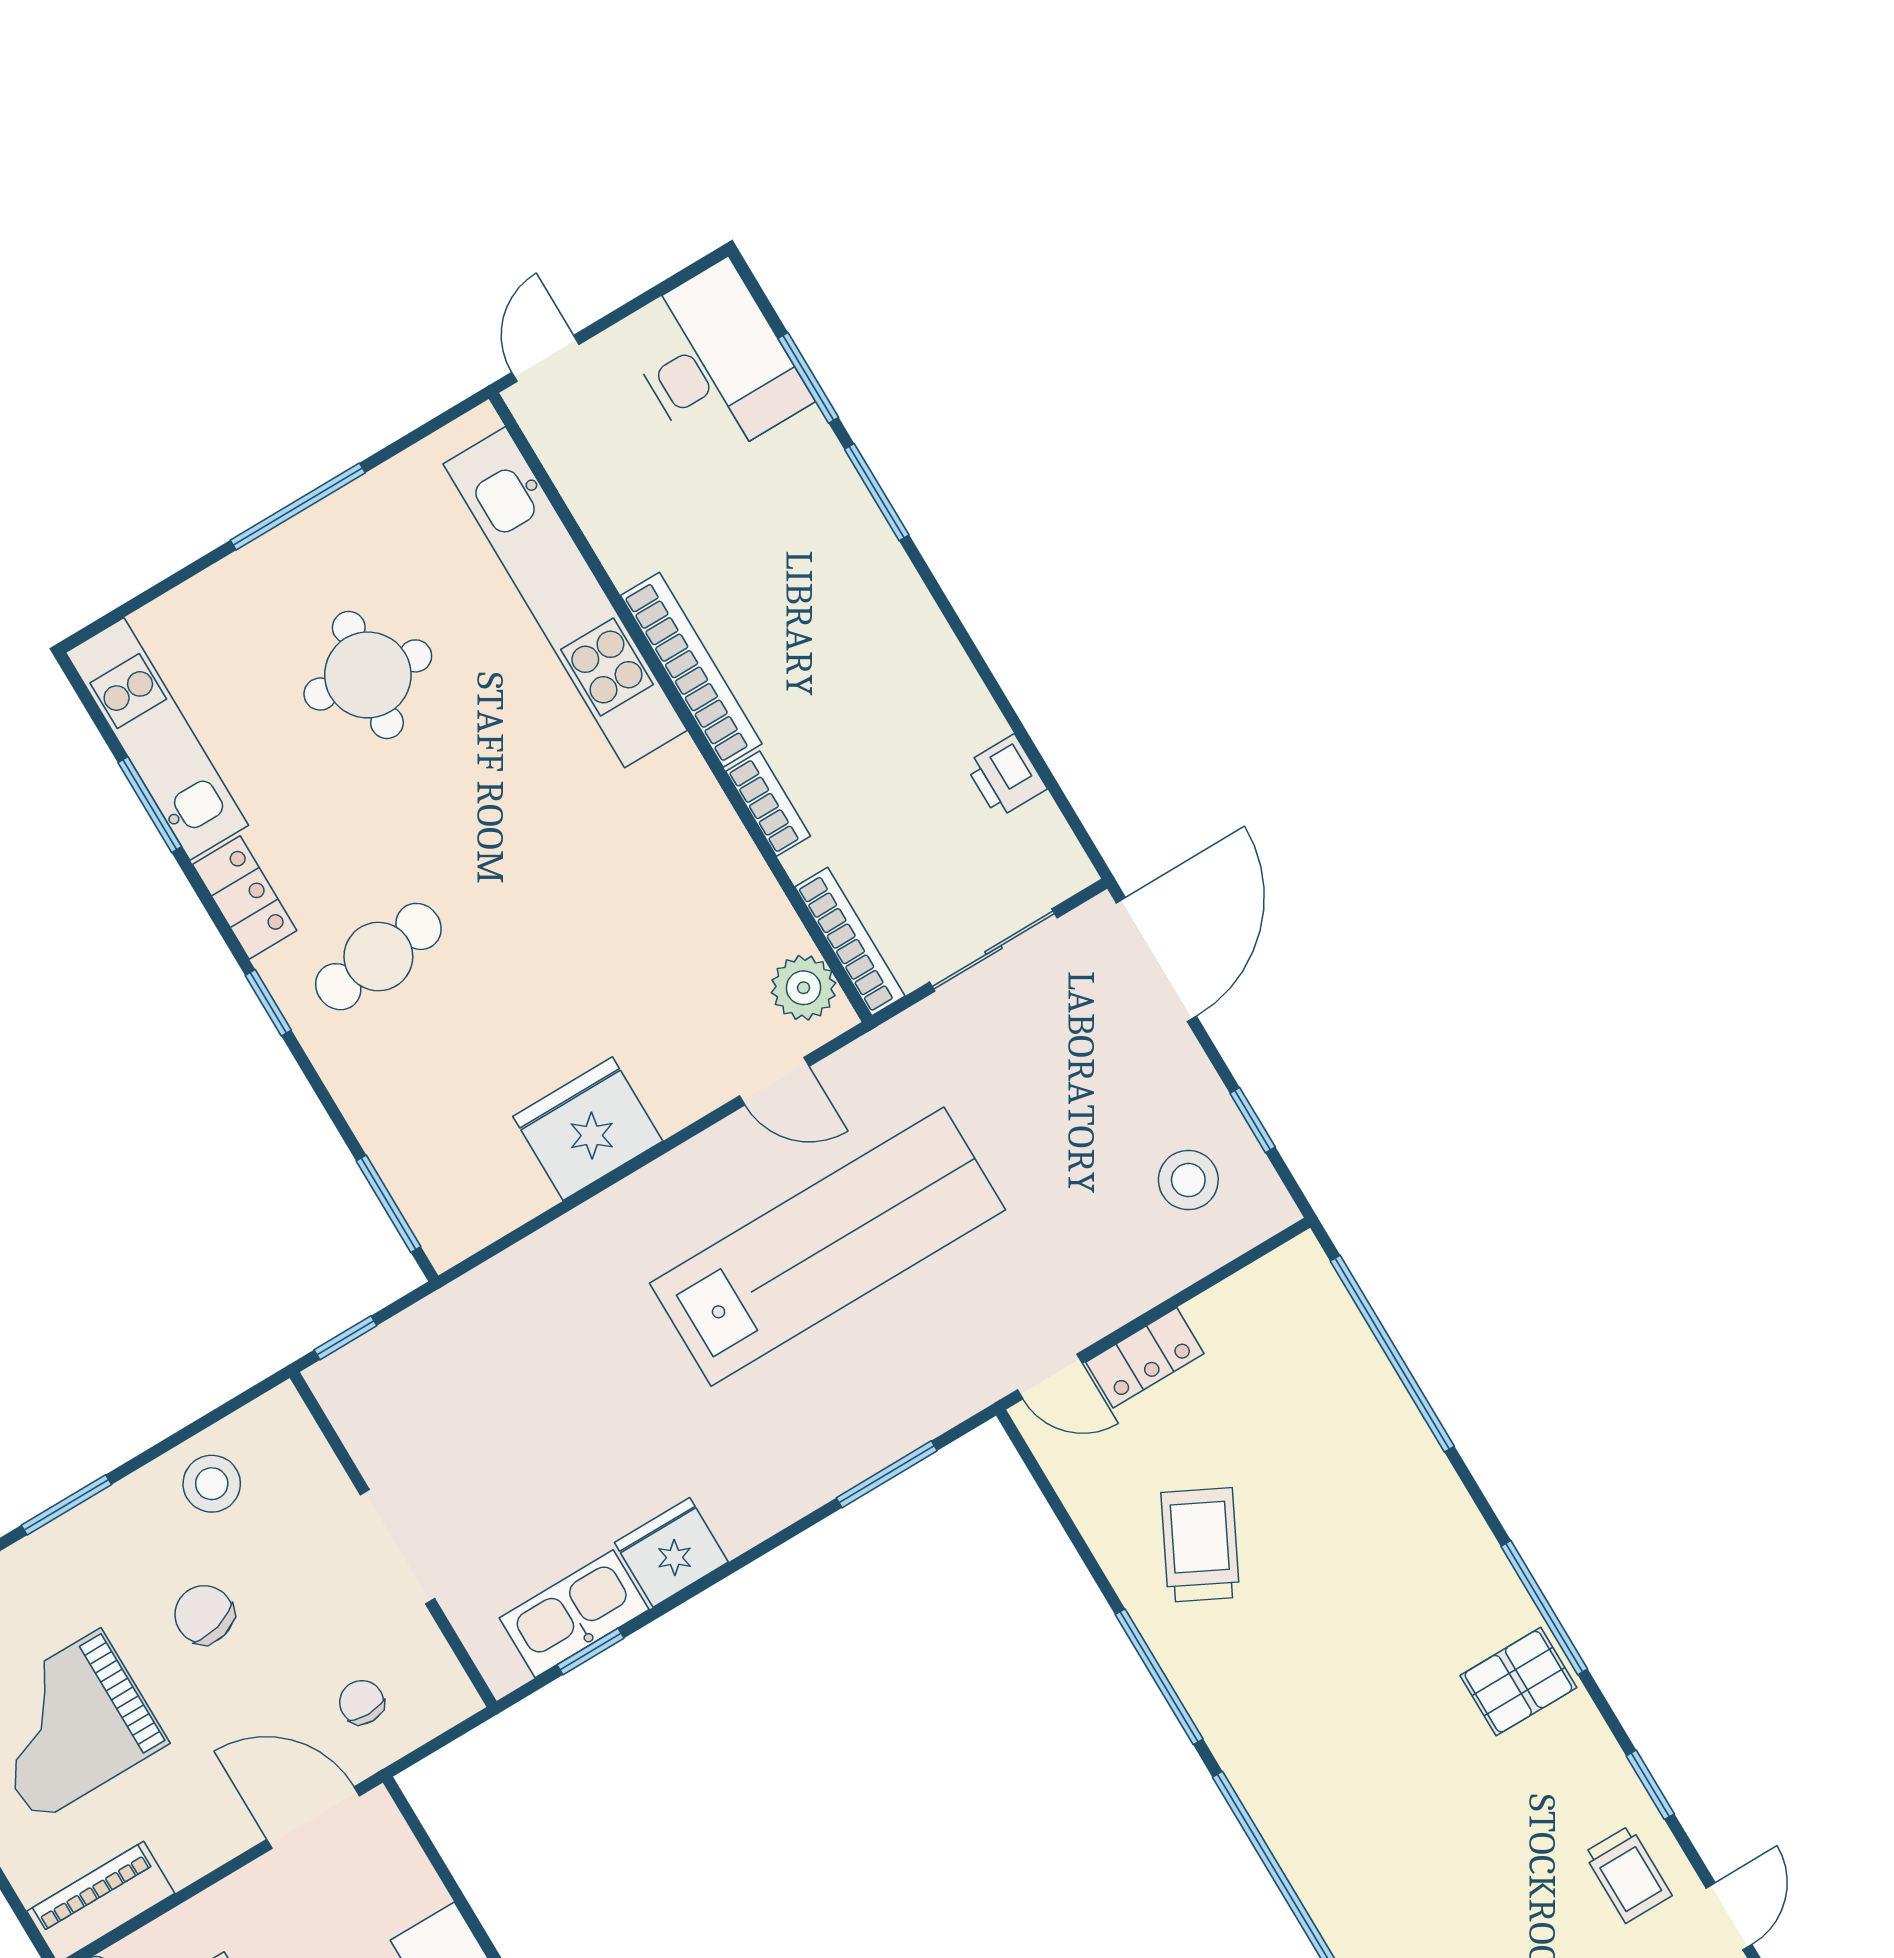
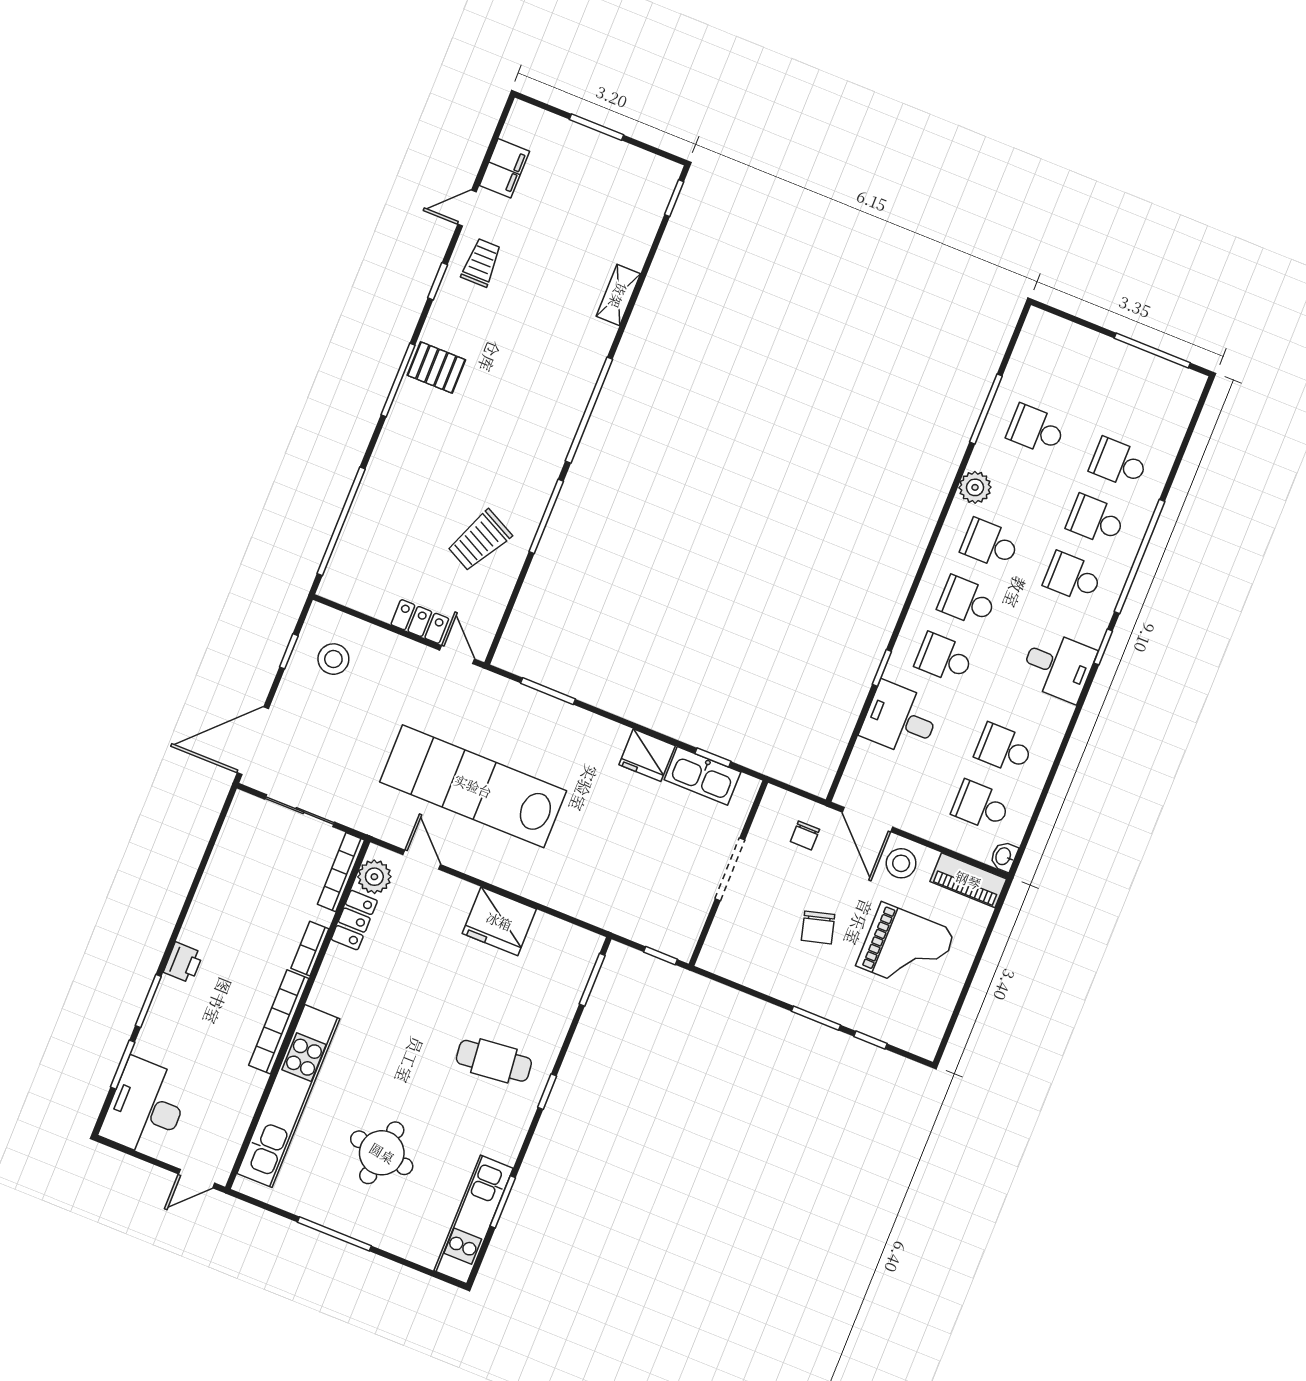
printer: (1006, 776) -> (183, 963), moved
locker: (245, 898) -> (354, 920), moved, turned 180
stool: (212, 1484) -> (901, 863), moved

